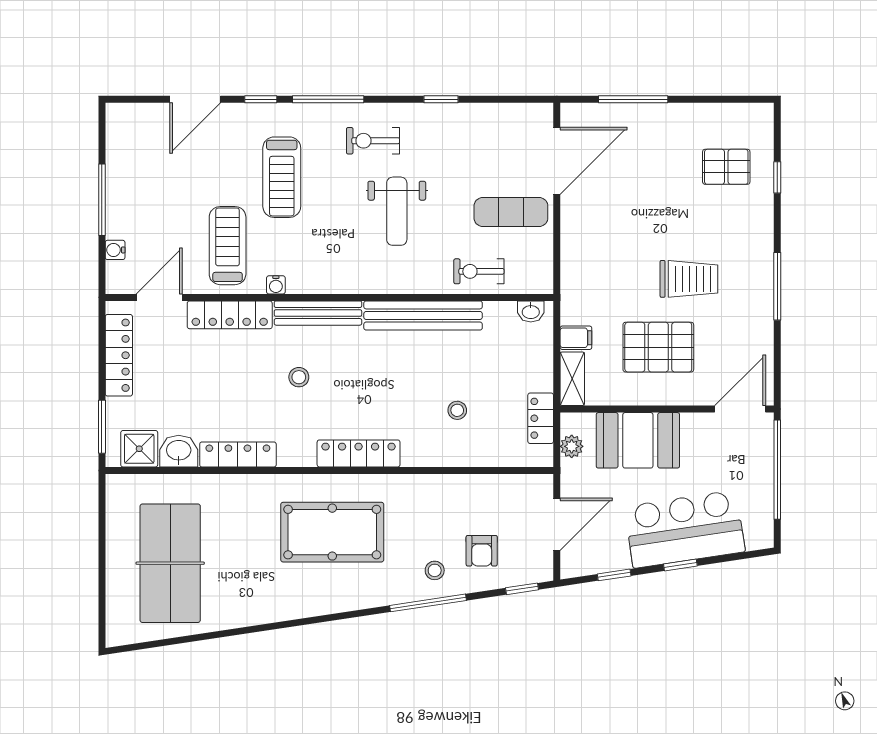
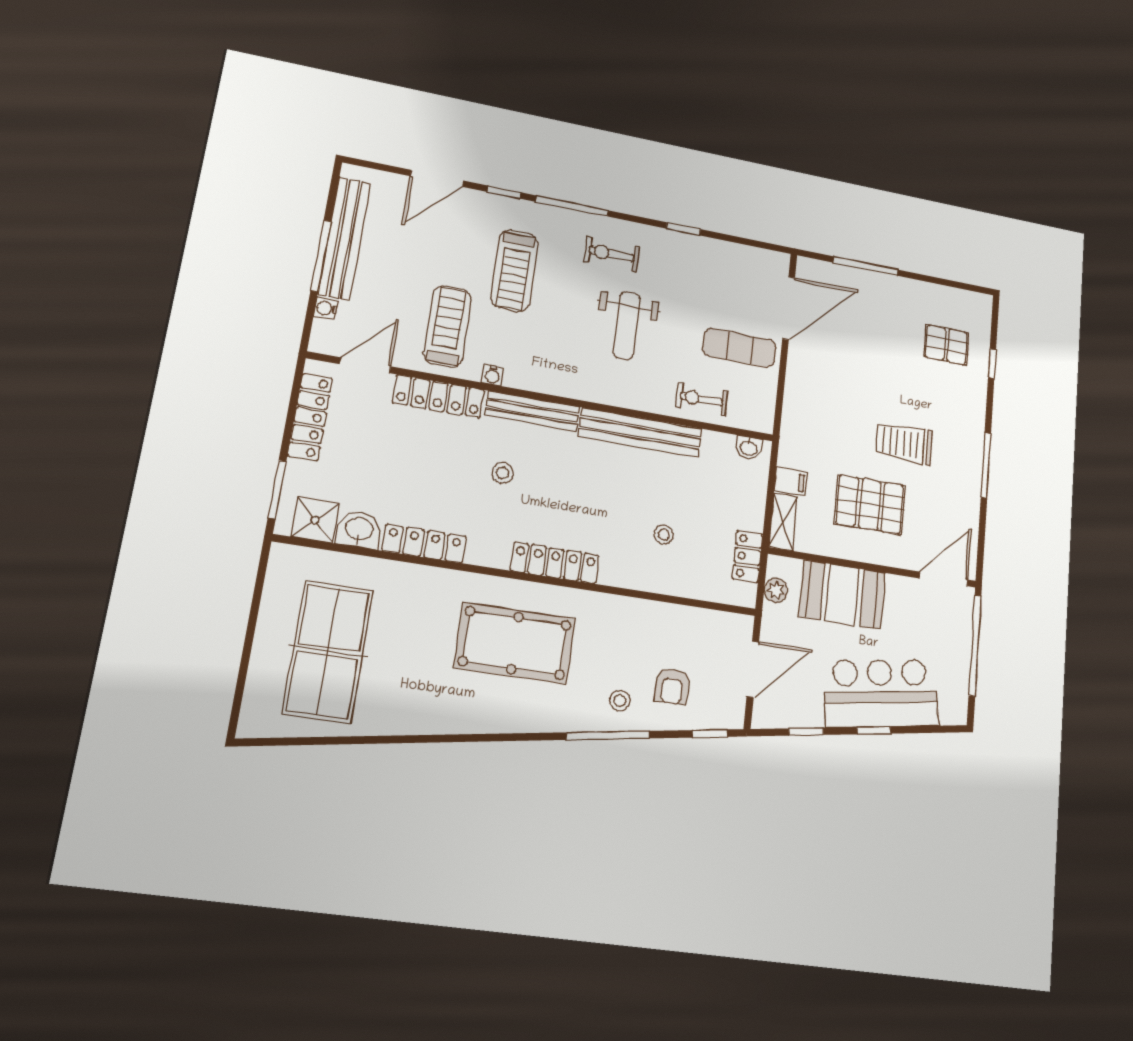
bench: (120, 178) -> (344, 238), added
trolley: (689, 279) -> (904, 443), turned 180

